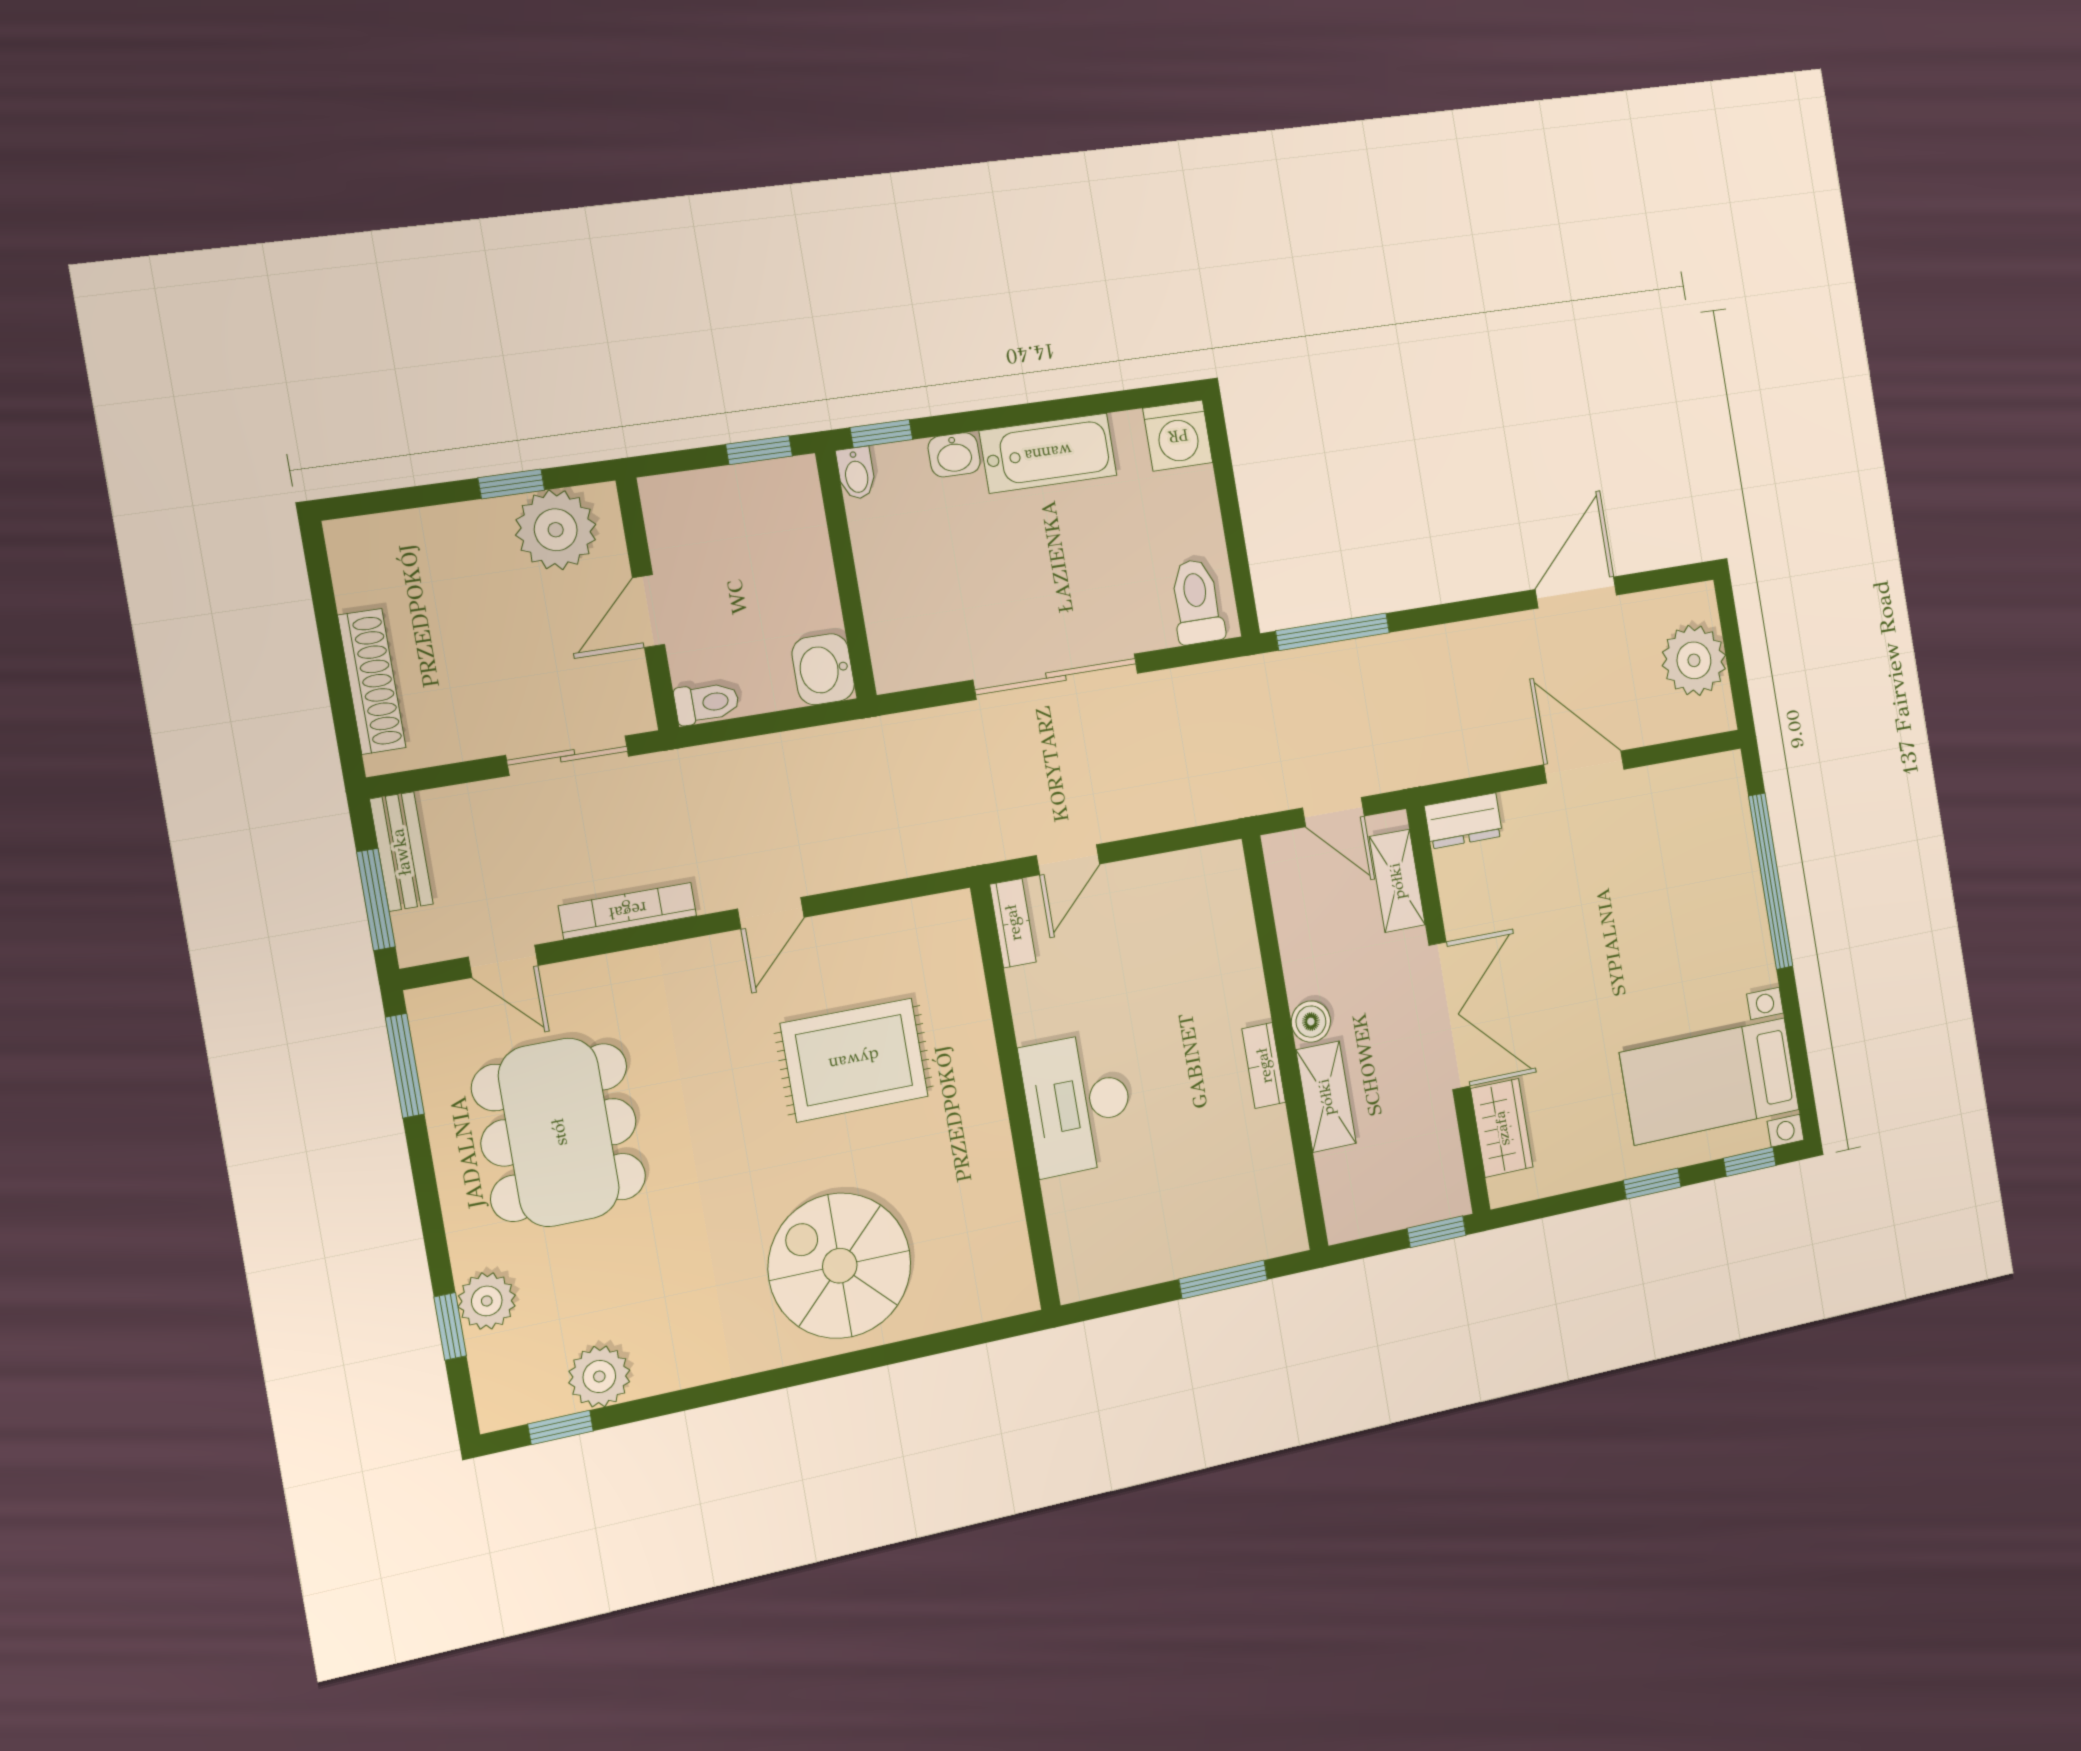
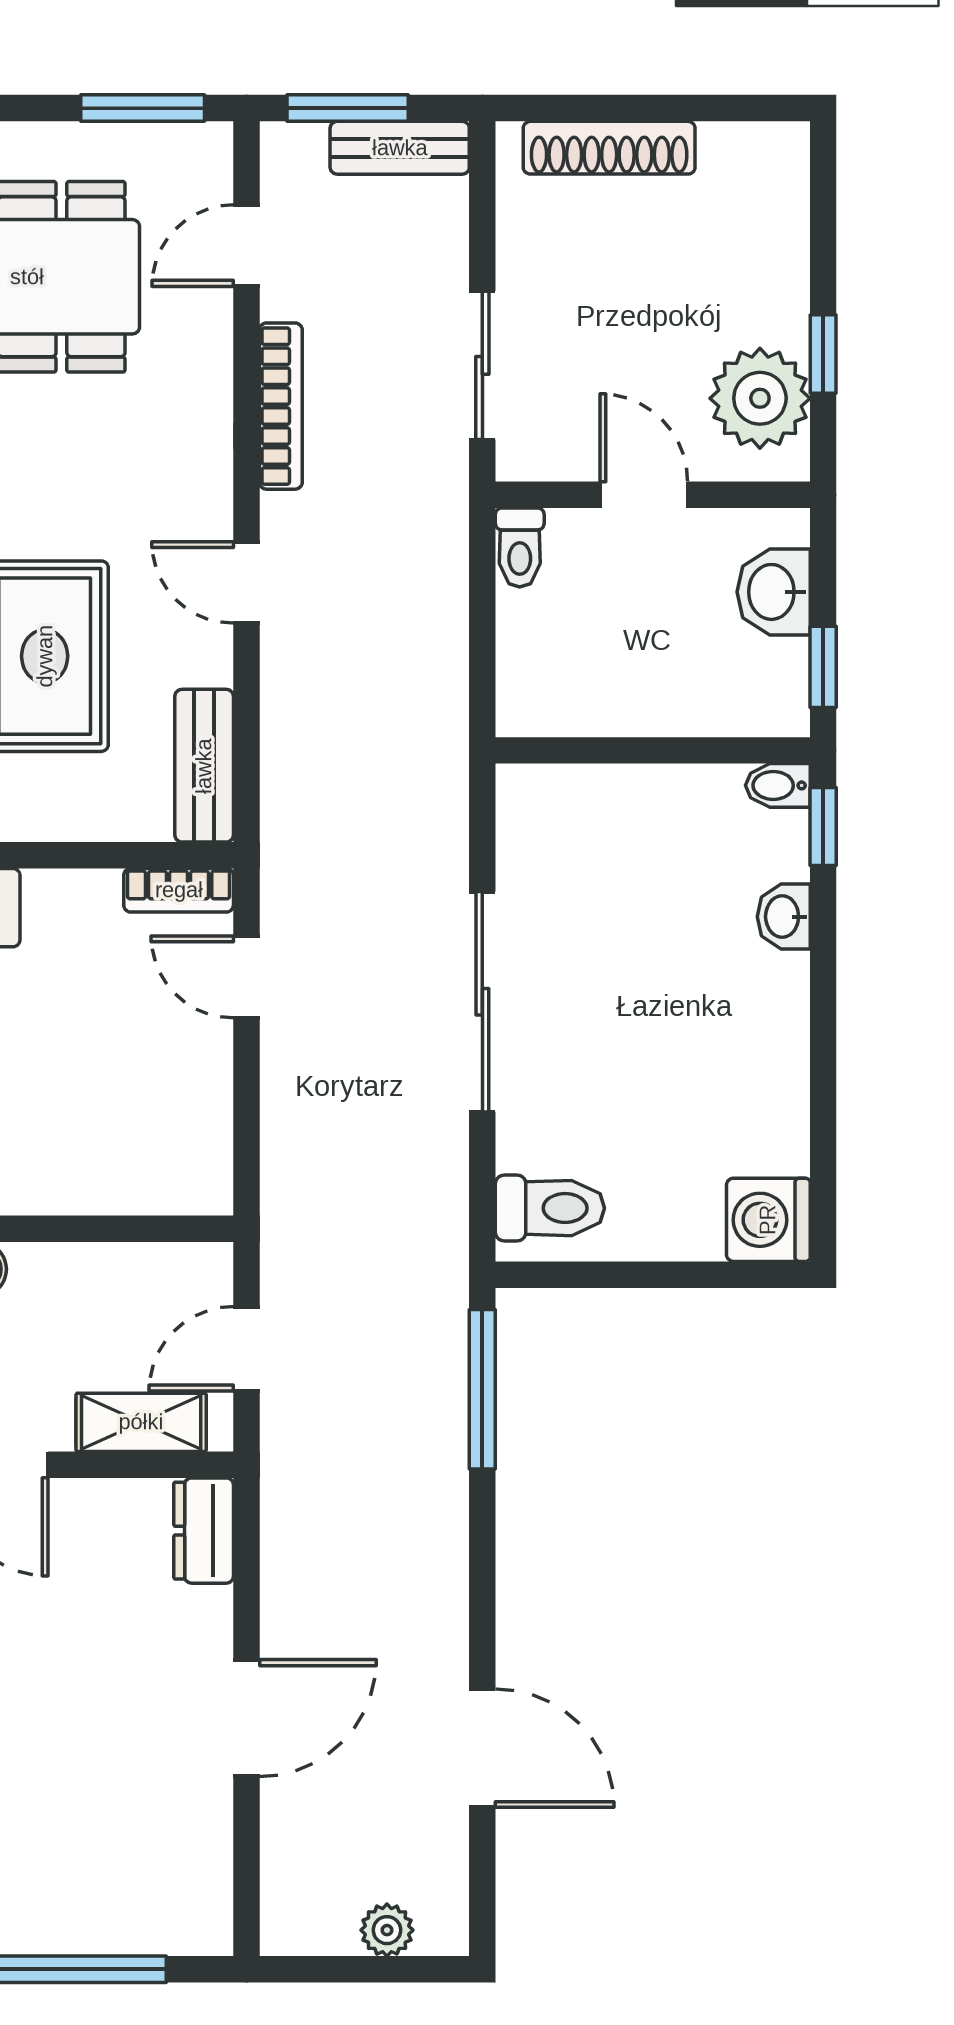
bathtub: (1048, 453) -> (769, 1041), removed
plant: (1694, 660) -> (387, 1930), width x0.53, depth x0.53
washbasin: (823, 669) -> (774, 592), moved, turned -90
bench: (916, 921) -> (204, 766), added

